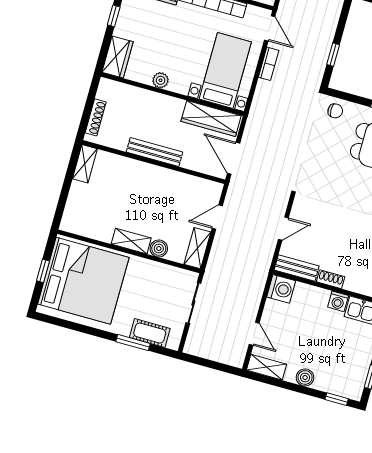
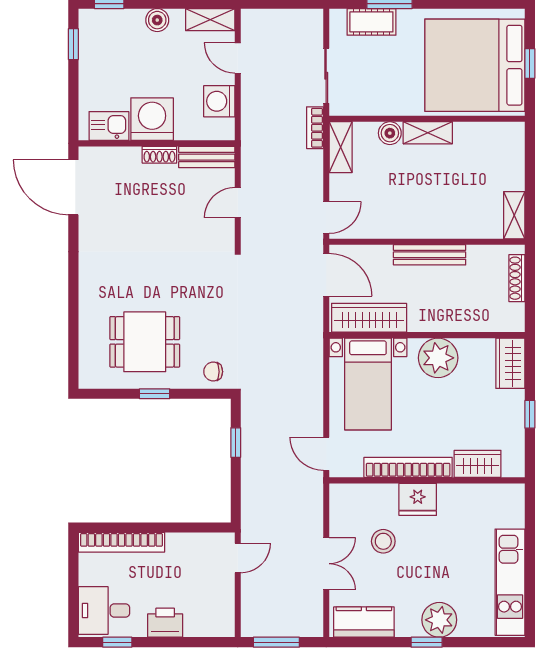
bookcase: (269, 64) -> (315, 128), moved
plant: (161, 80) -> (438, 358), width x1.88, depth x1.88
door: (217, 217) -> (326, 217), moved
washing machine: (281, 289) -> (219, 101), moved
washing machine: (338, 301) -> (152, 119), width x1.89, depth x1.89

